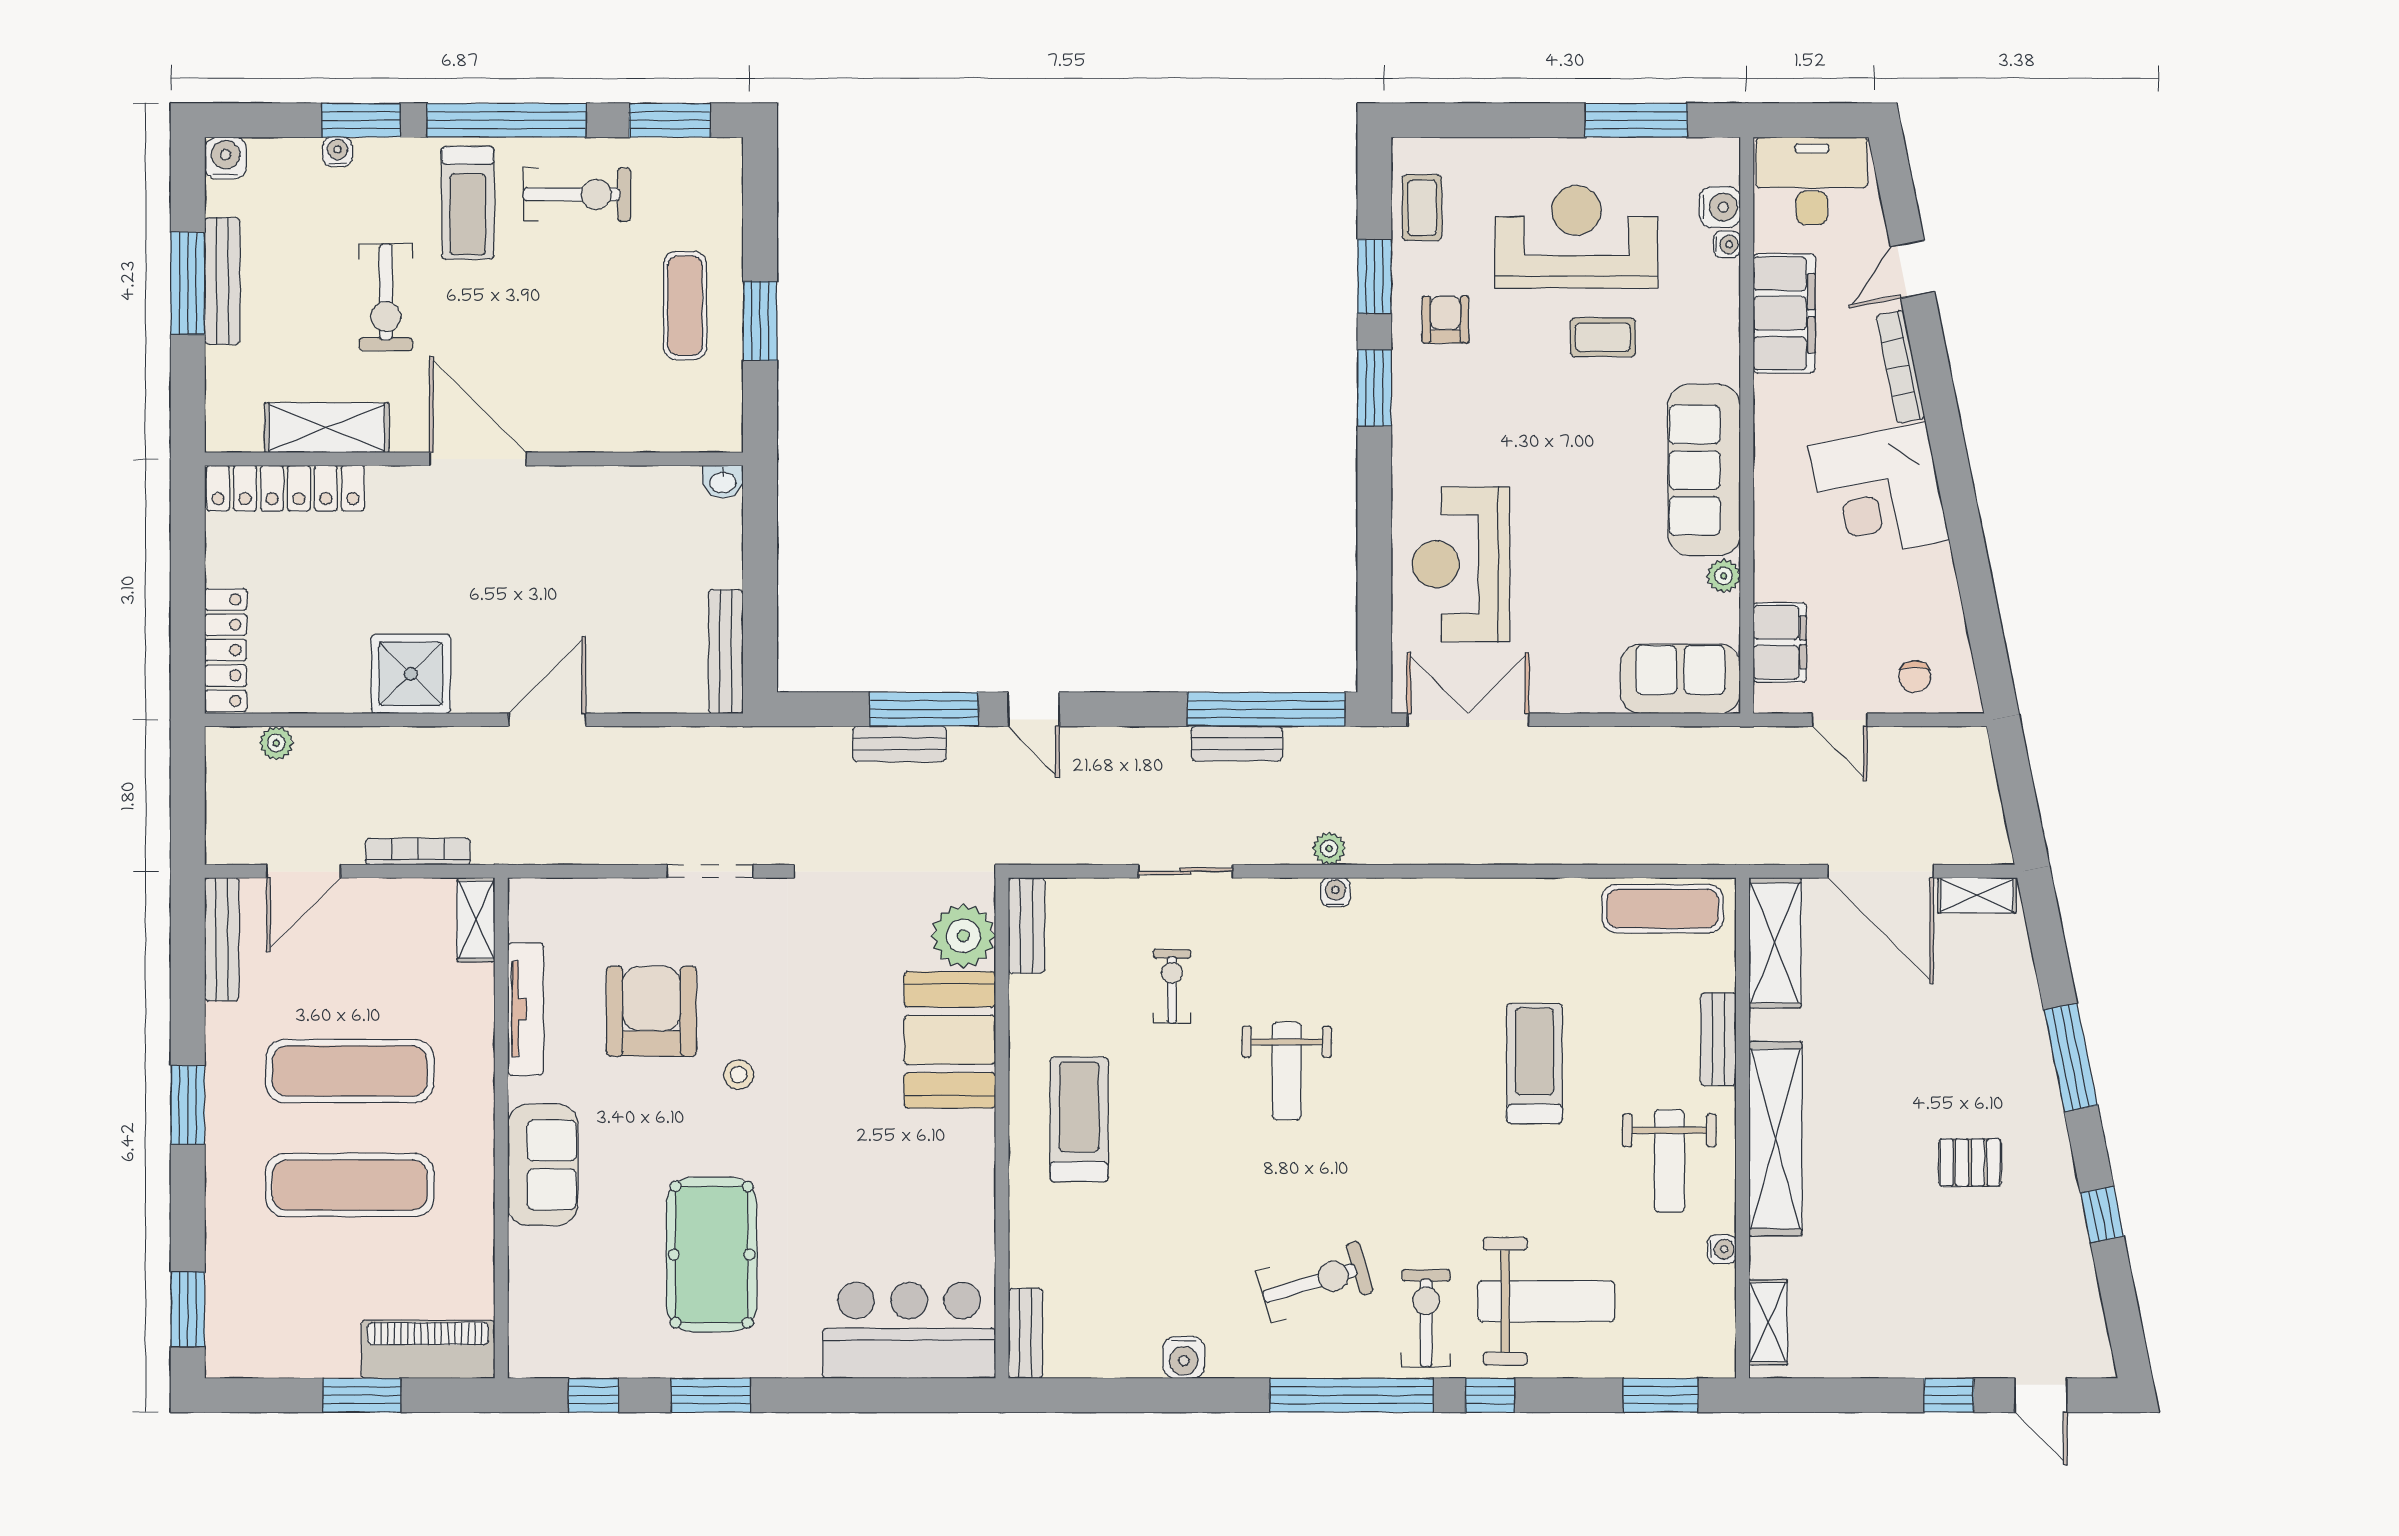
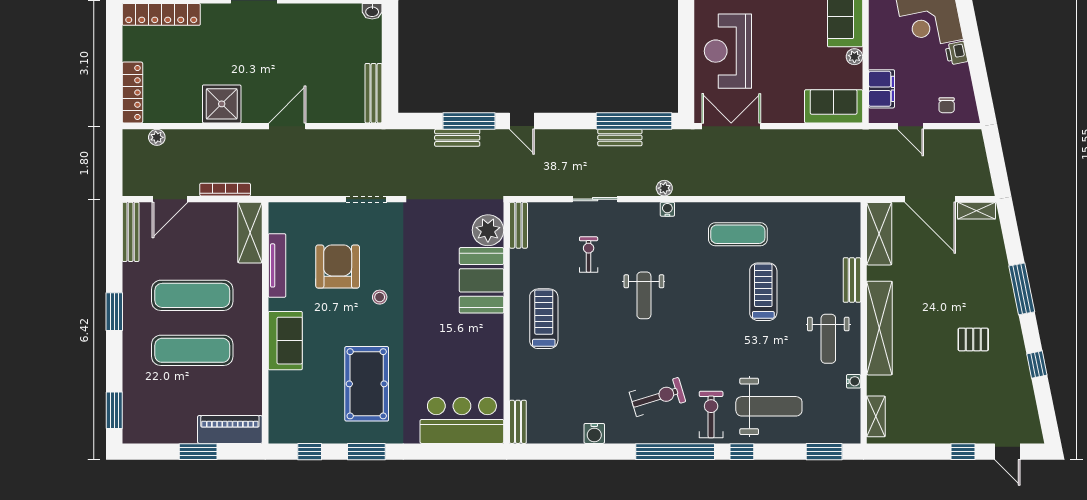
printer: (1935, 568) -> (956, 53), added
exercise mat: (1663, 909) -> (738, 234), moved
shelving: (476, 920) -> (250, 233), width x1.50, depth x1.33

